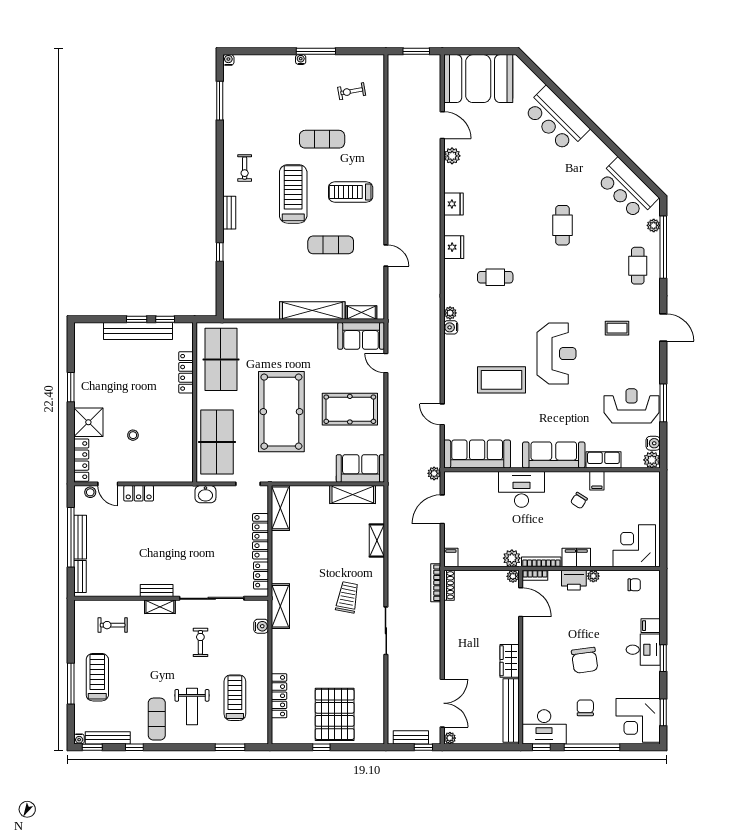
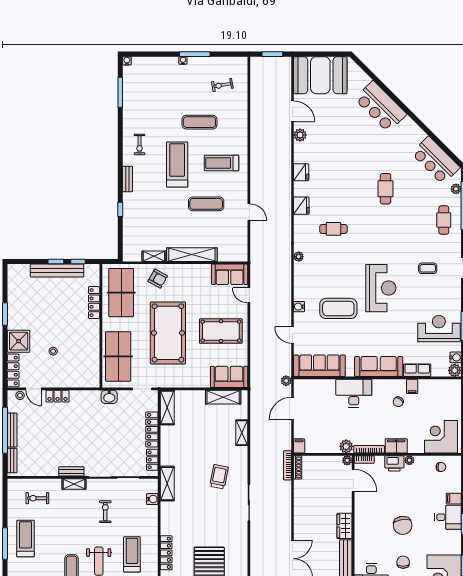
shelving: (361, 312) -> (154, 256), moved
water cooler: (451, 327) -> (299, 307), moved
armchair: (268, 341) -> (158, 279), added

